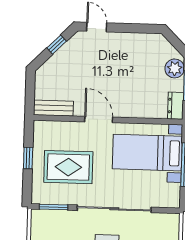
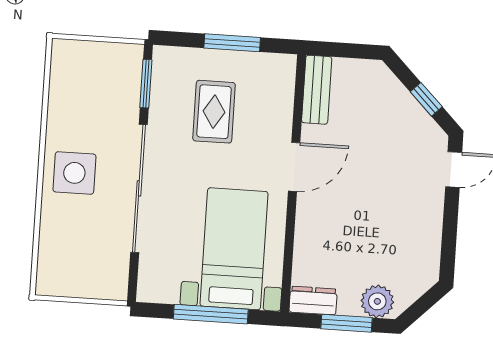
window: (28, 158) -> (232, 43), width x1.50
rug: (68, 167) -> (214, 112), width x0.73, depth x0.70

